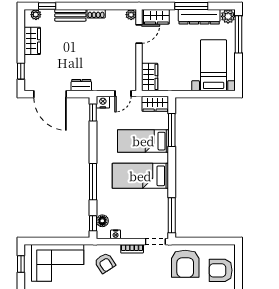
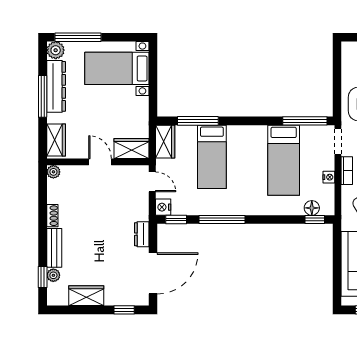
plant: (36, 15) -> (53, 275), moved
door: (139, 34) -> (100, 162), moved
bed: (140, 176) -> (284, 160), moved
window: (93, 182) -> (222, 220), moved
nightstand: (116, 234) -> (329, 177), moved

